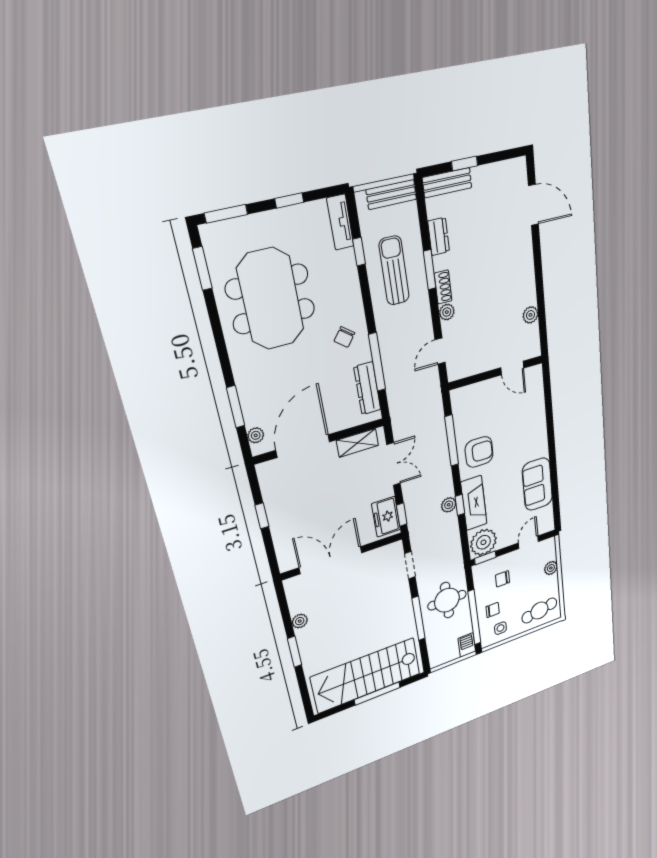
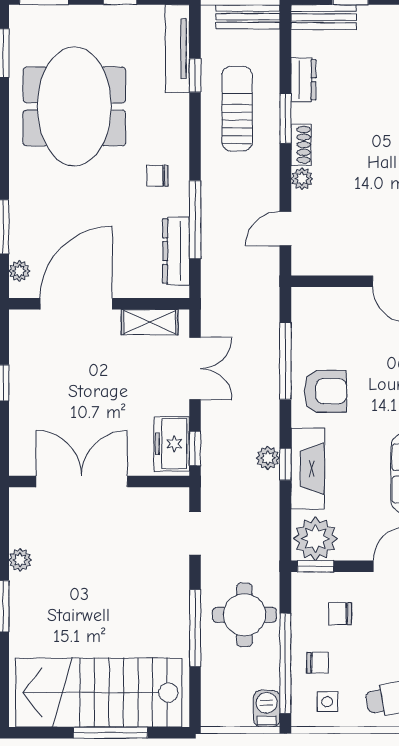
tv unit: (340, 222) -> (177, 49), width x1.41
chair: (344, 337) -> (157, 176), turned 53

